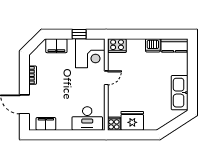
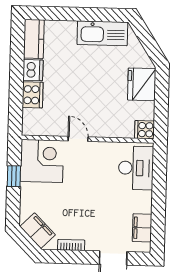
filing cabinet: (56, 46) -> (38, 231), moved, turned -45
cooker: (117, 46) -> (33, 95), moved
fridge: (132, 121) -> (142, 84), moved

